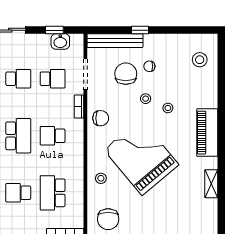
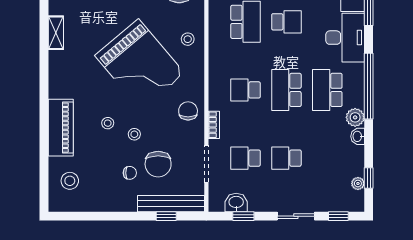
window: (140, 30) -> (166, 216), moved
chair: (101, 118) -> (188, 111), turned 90
piano: (207, 133) -> (61, 128), moved
school desk: (53, 136) -> (245, 90), turned 180

